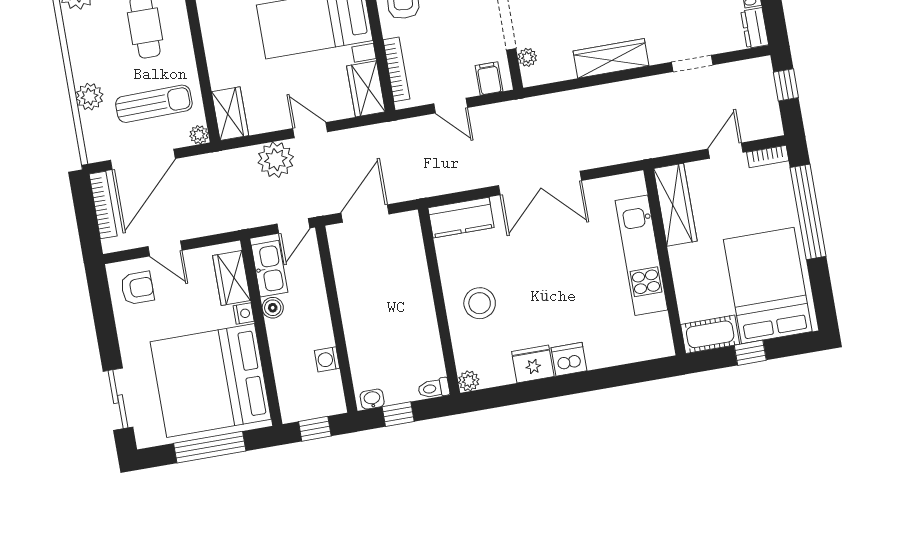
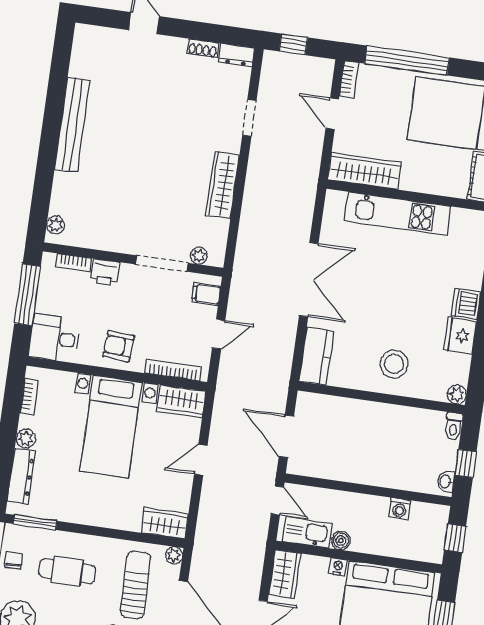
plant: (276, 160) -> (216, 497), removed
wardrobe: (232, 278) -> (285, 574), moved, turned -90

